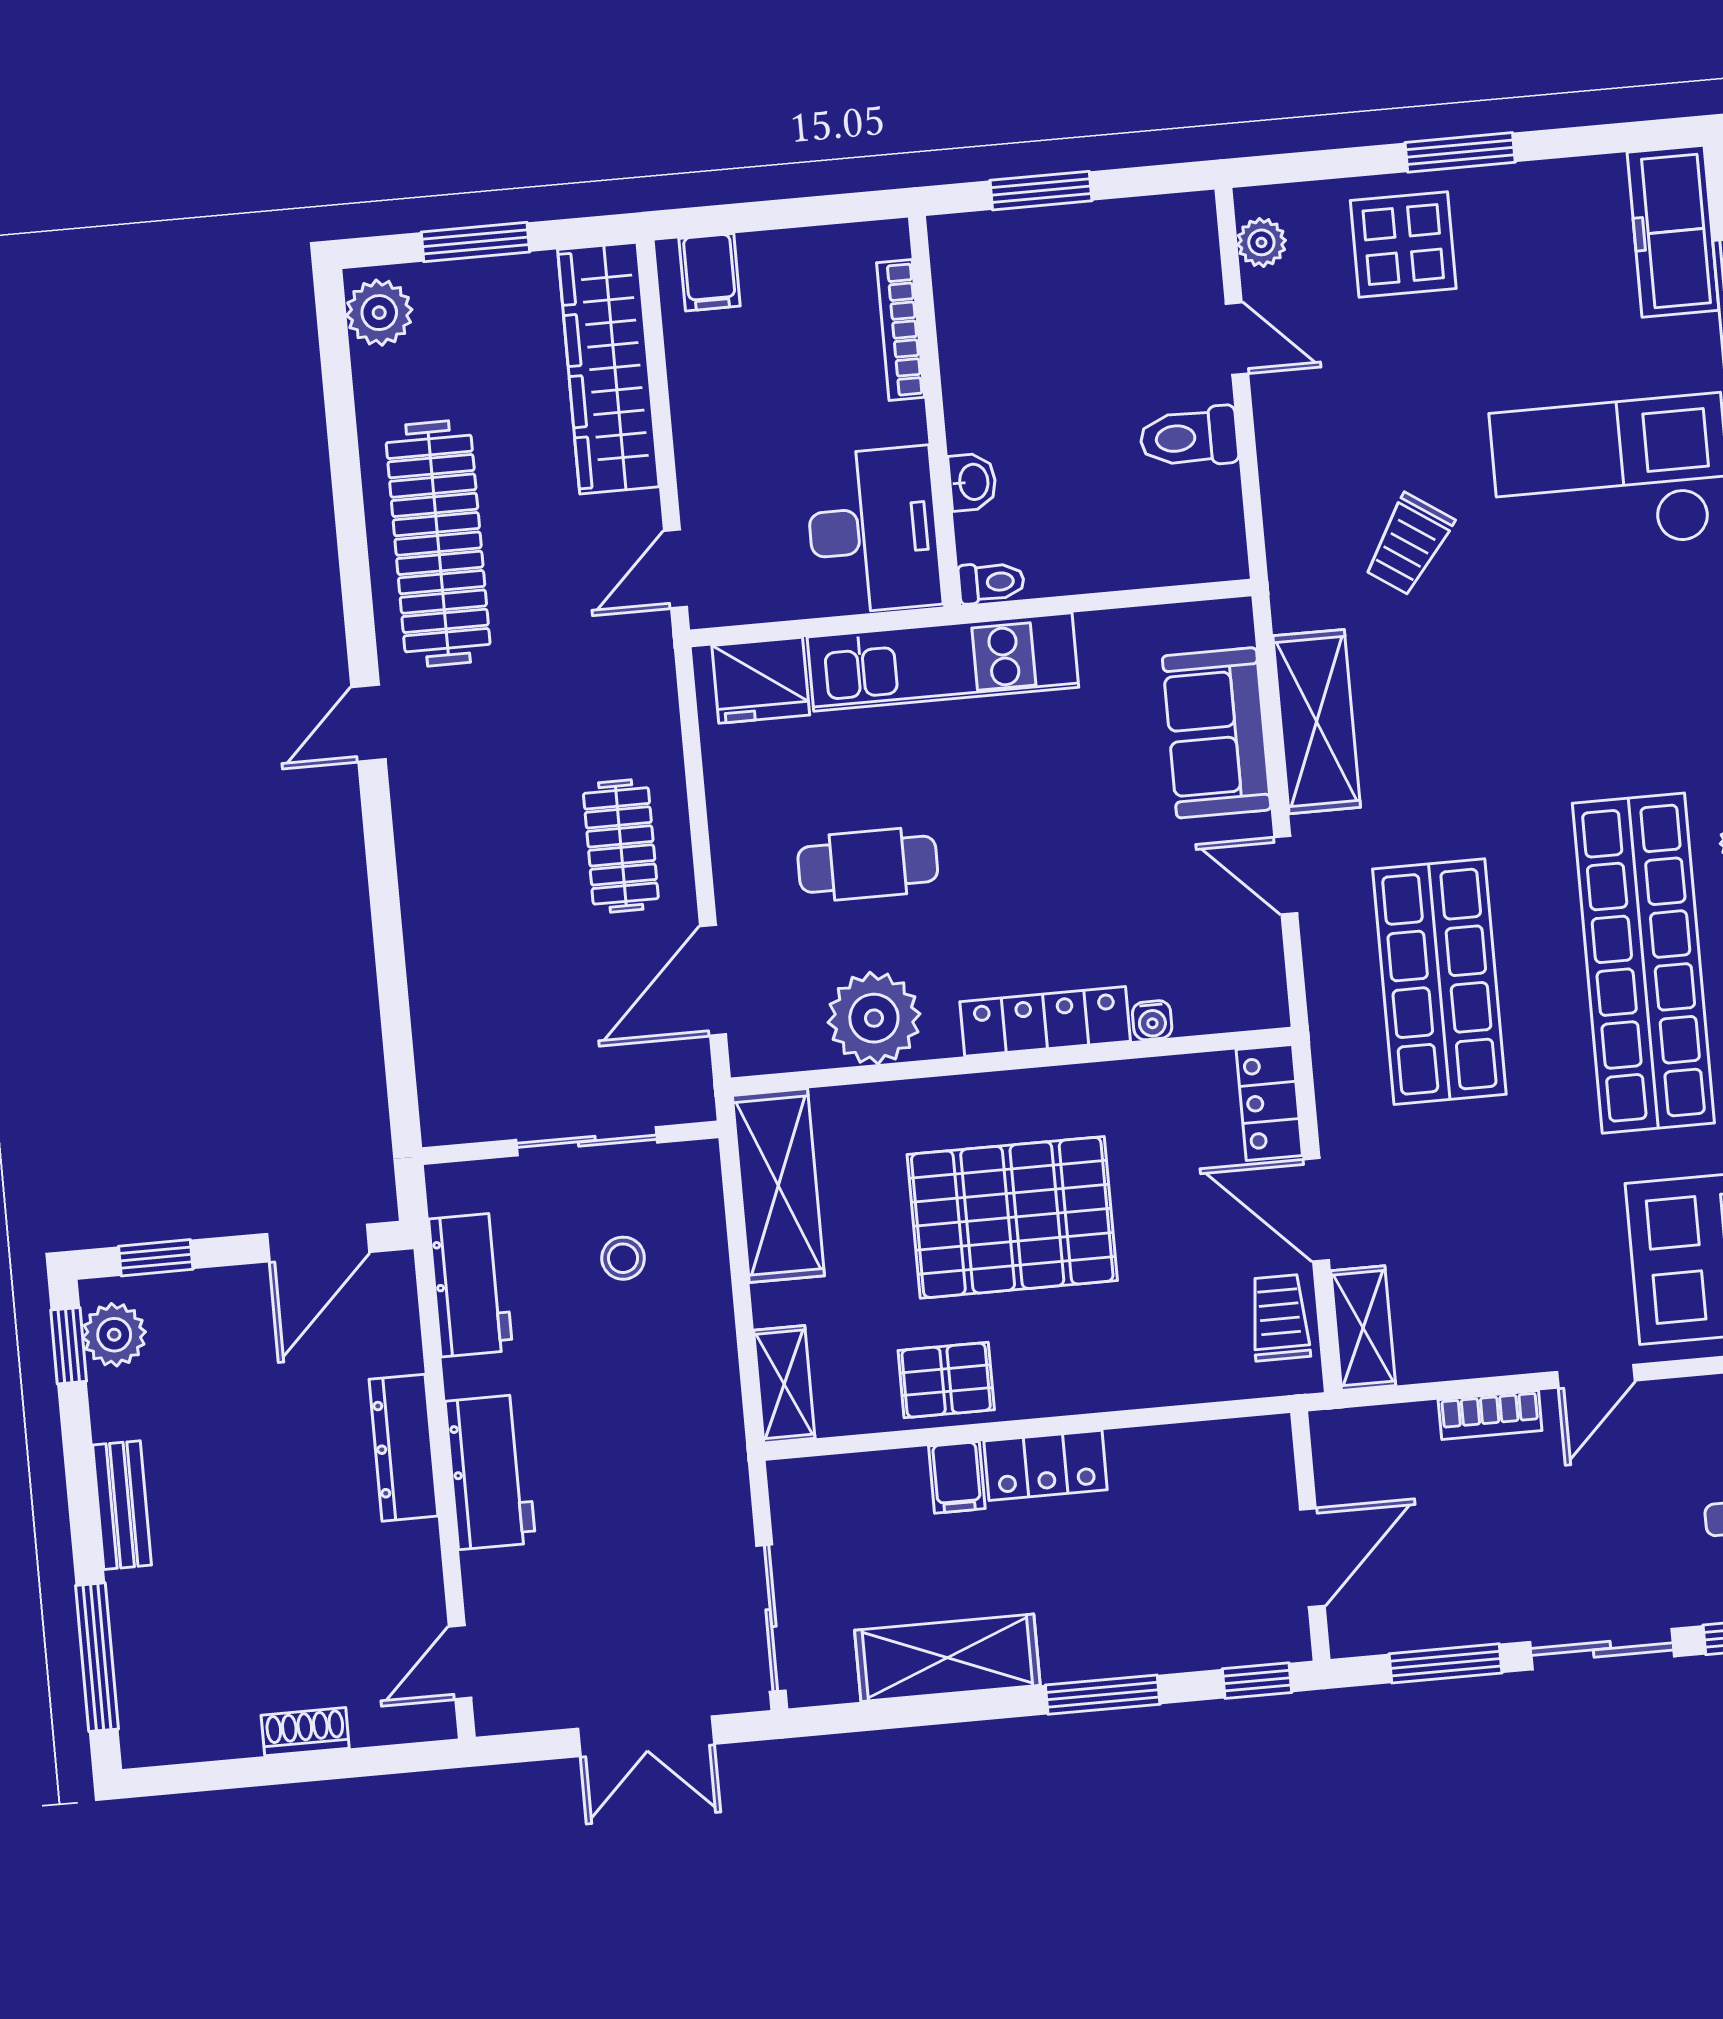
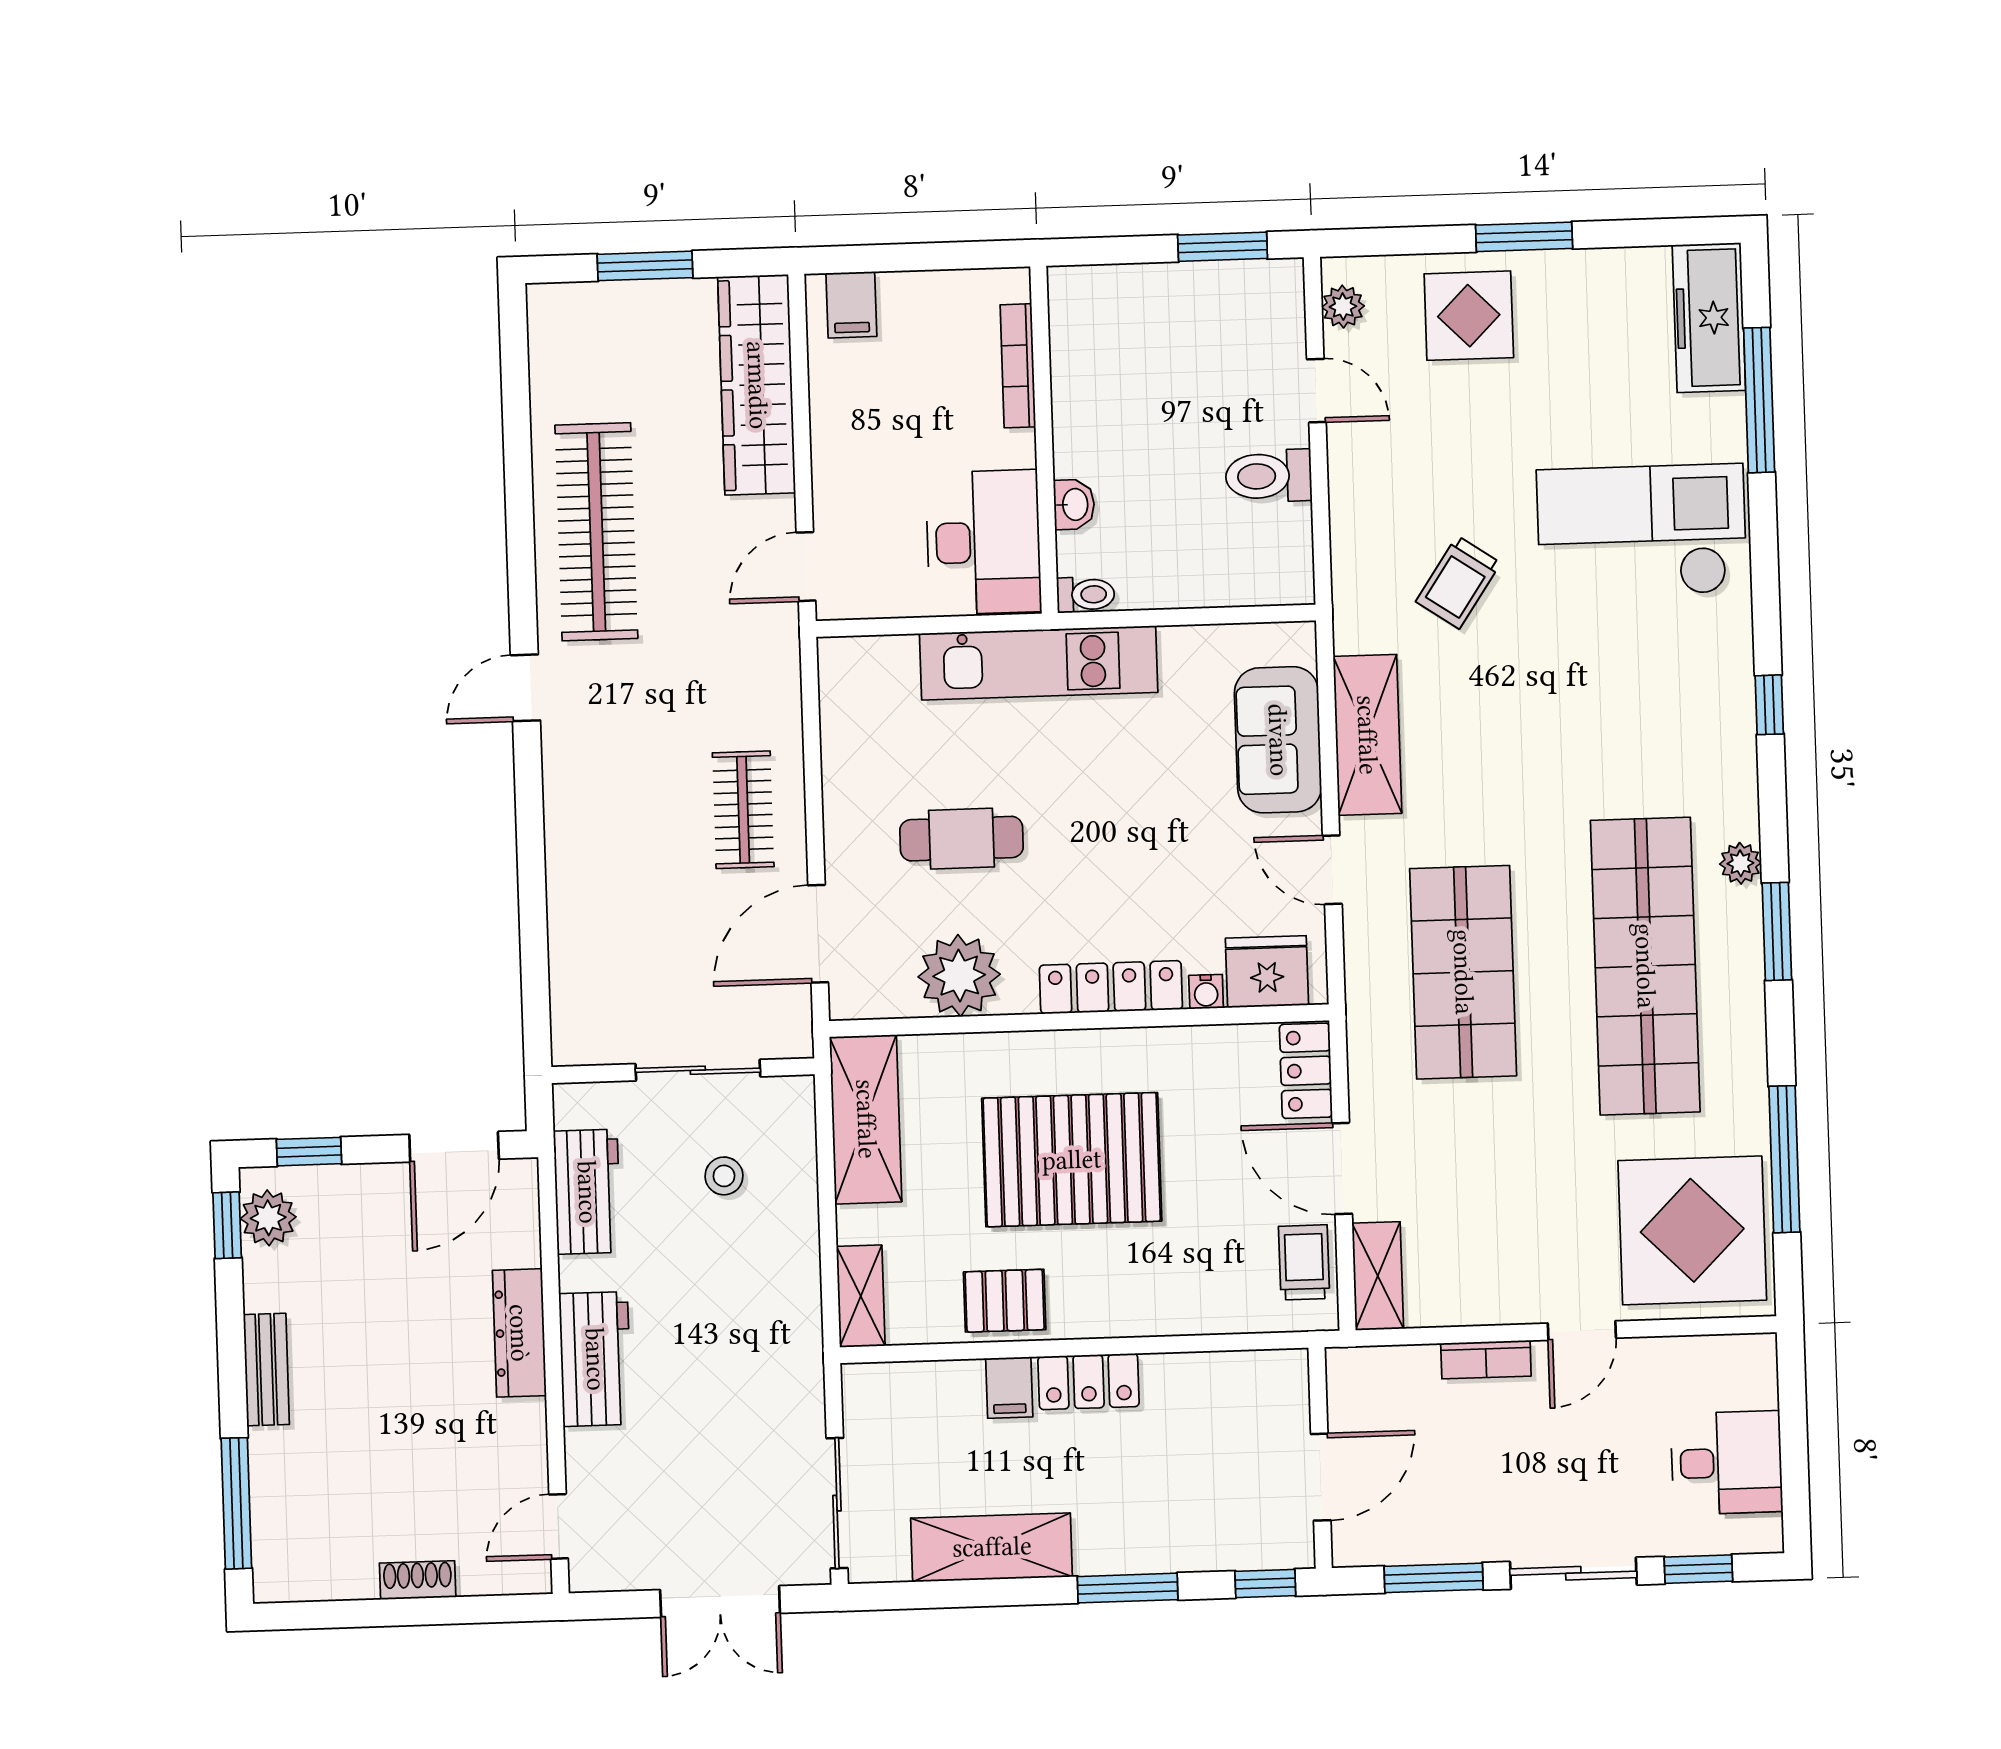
window: (1041, 191) -> (1223, 247), moved
plant: (379, 313) -> (556, 324), removed
fridge: (761, 680) -> (1267, 972), moved, turned 180

